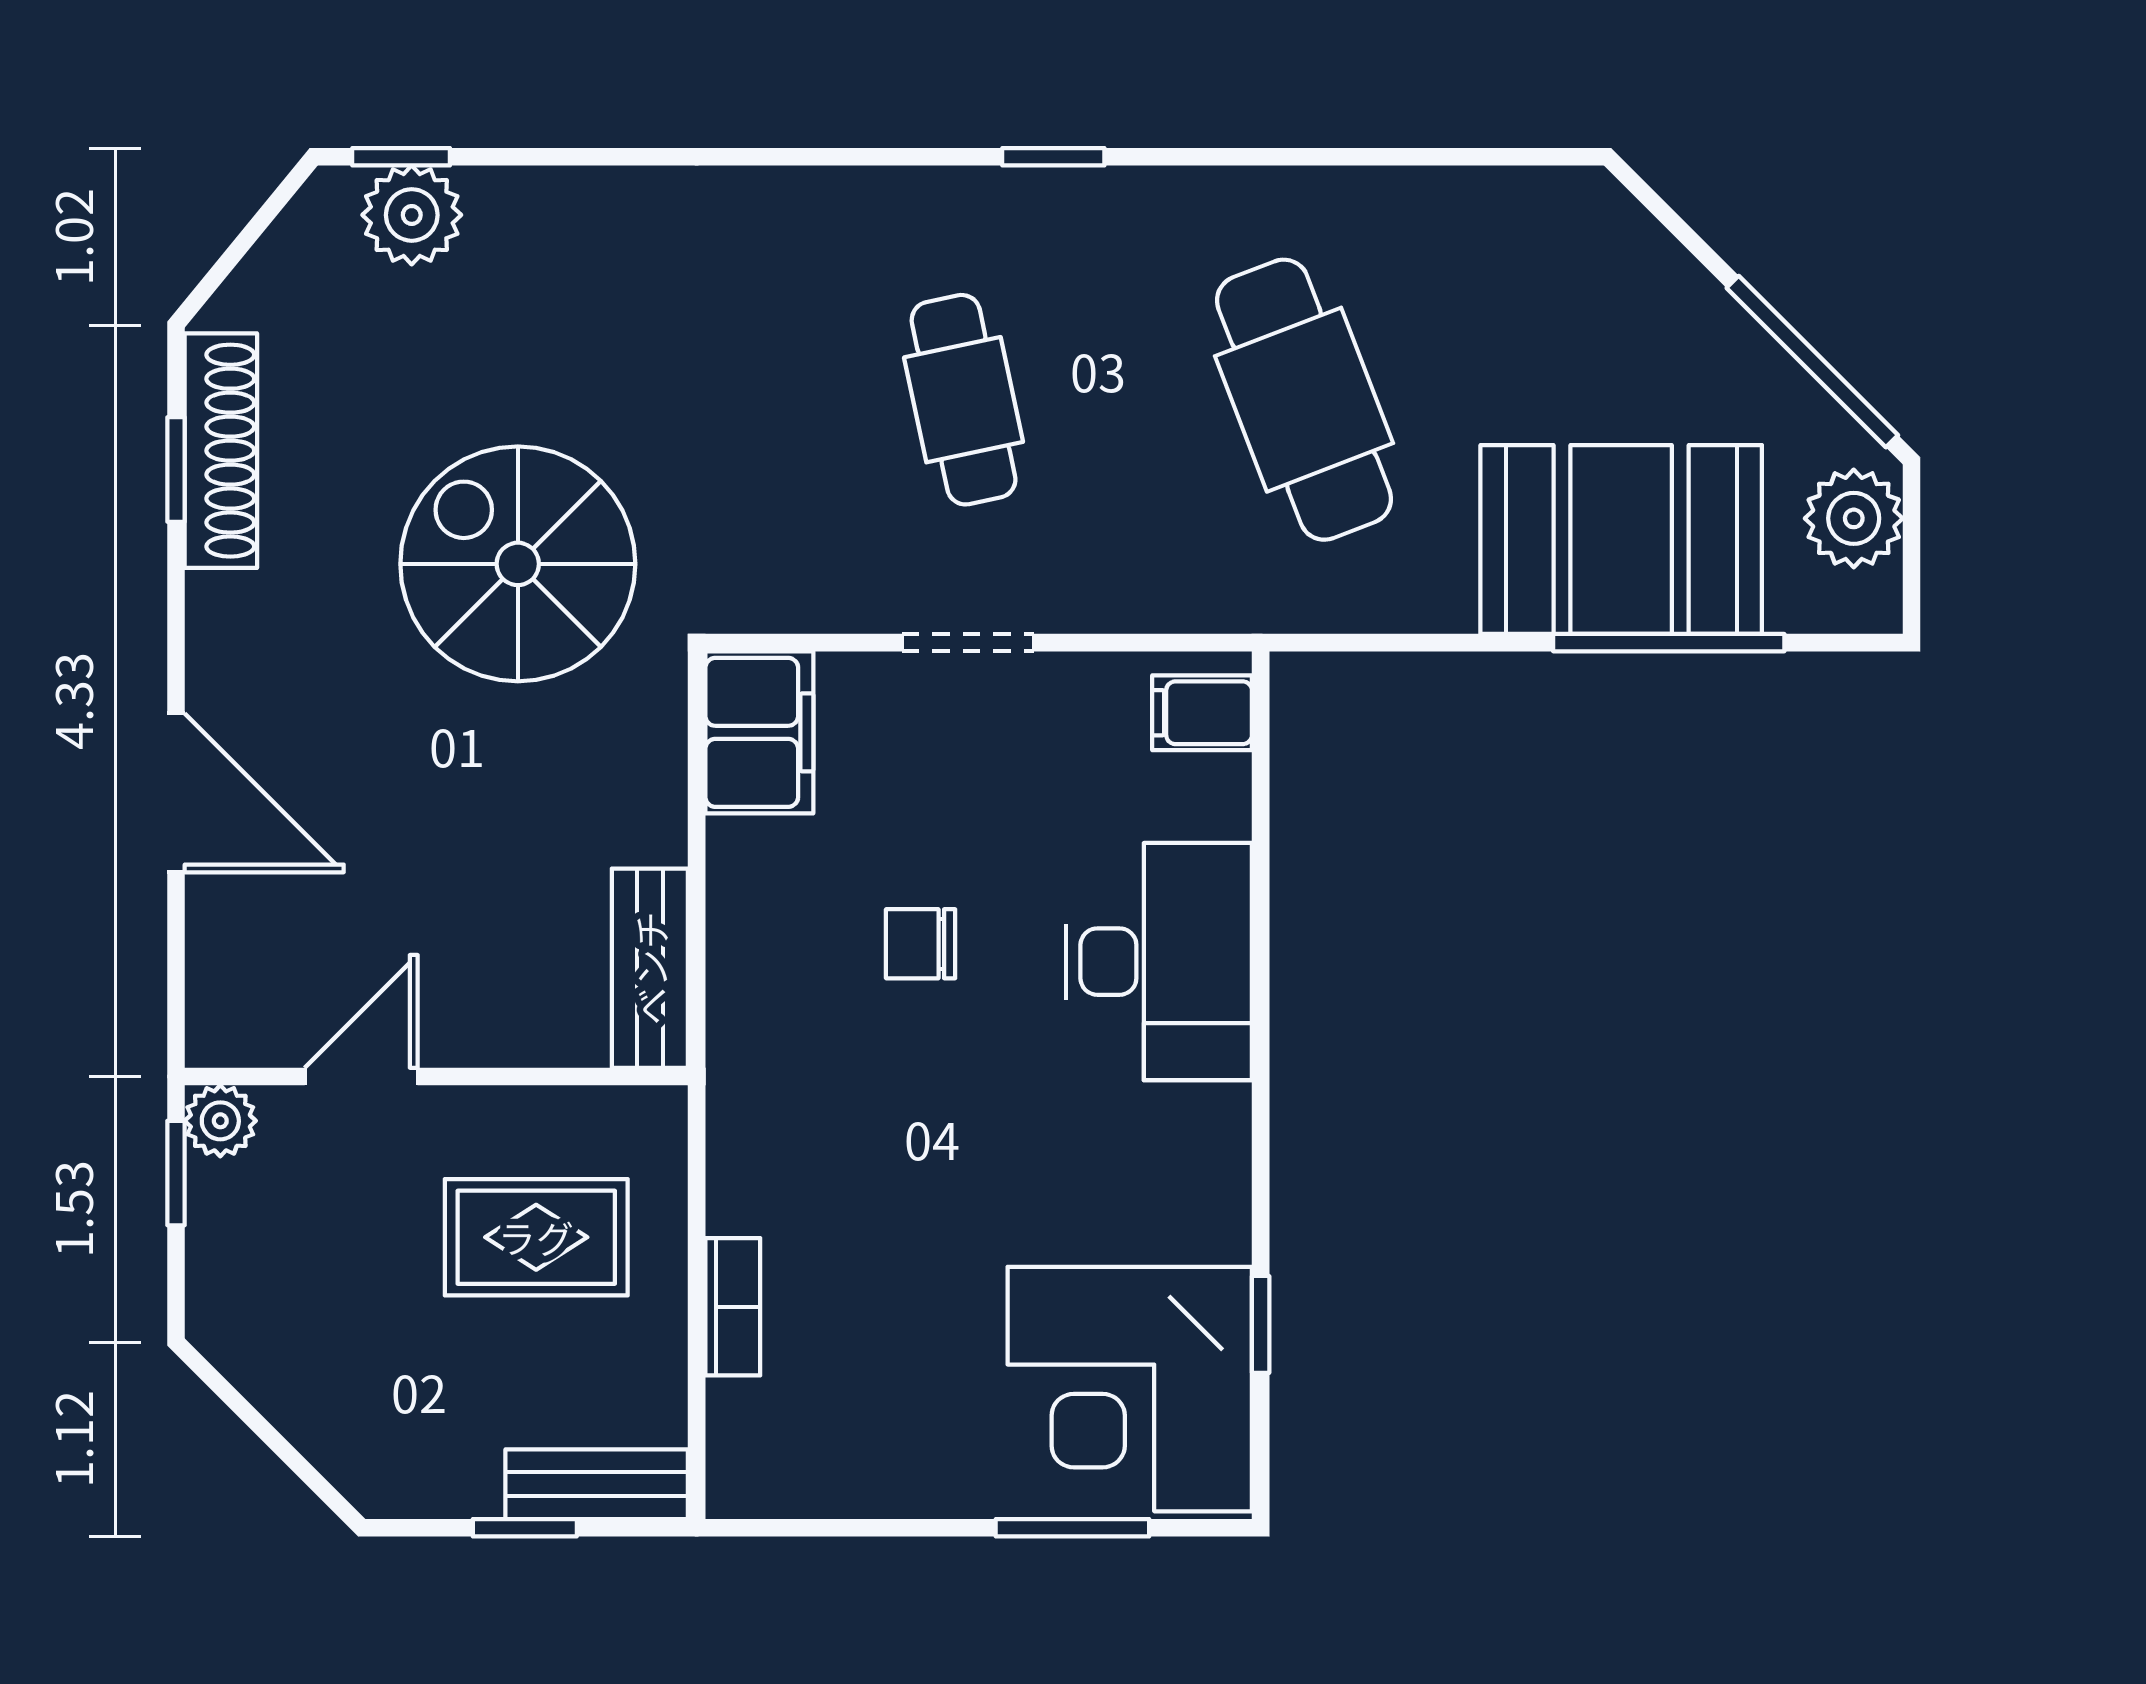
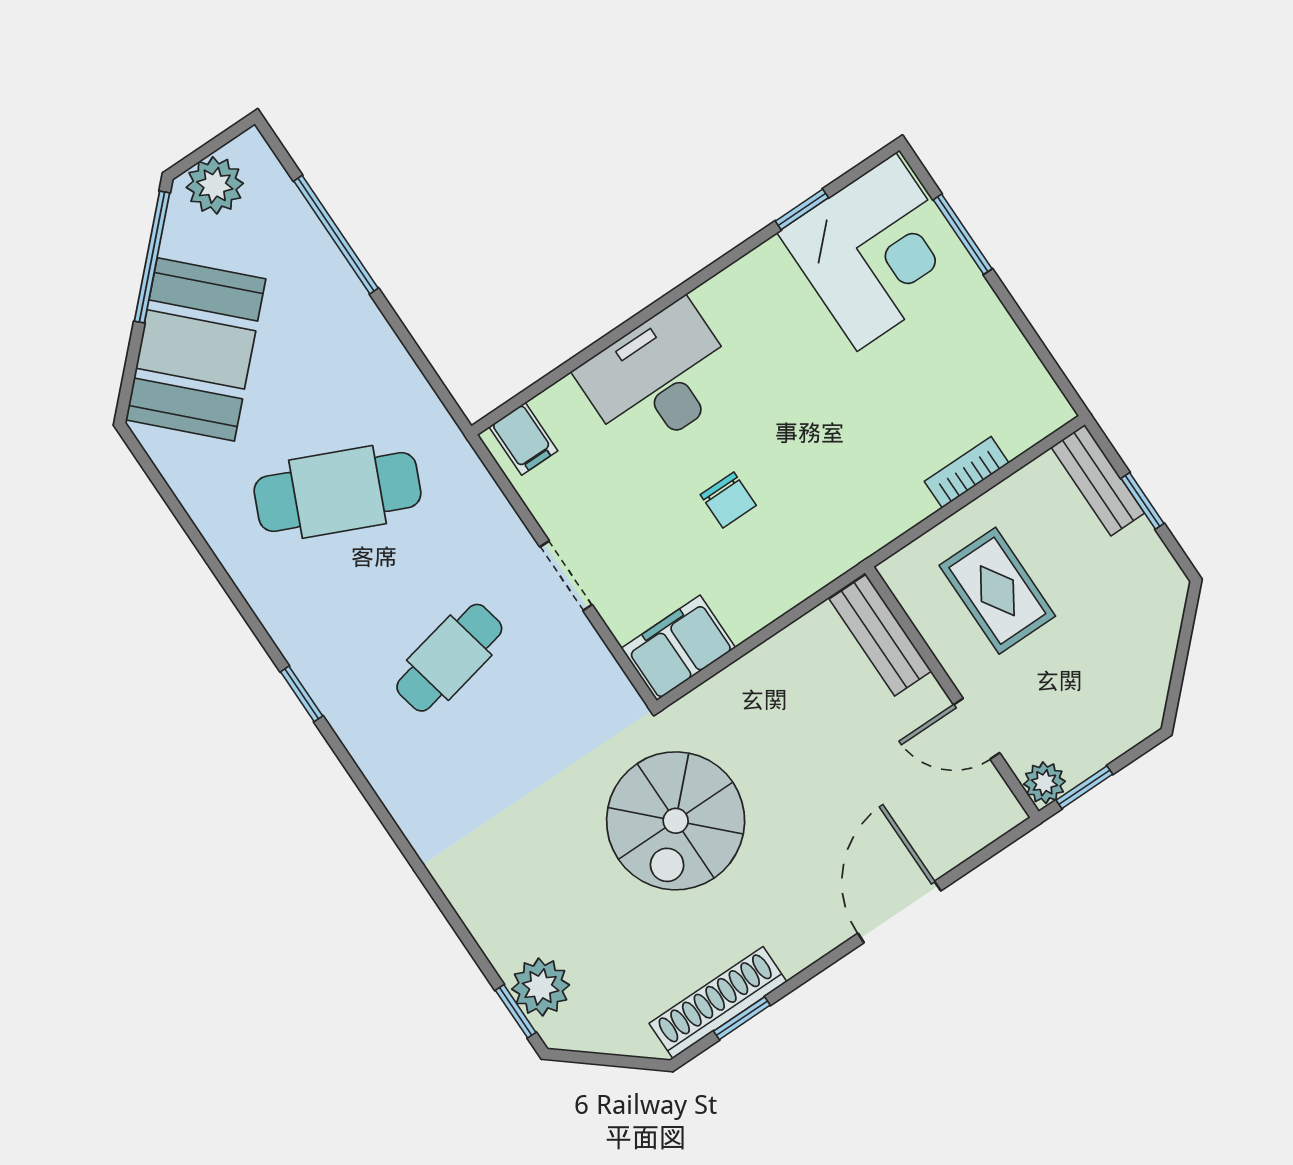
cafe table: (1304, 400) -> (337, 492), turned 45
booth: (1621, 540) -> (196, 349), moved, turned 45
bench: (650, 968) -> (880, 635), moved, turned 90

